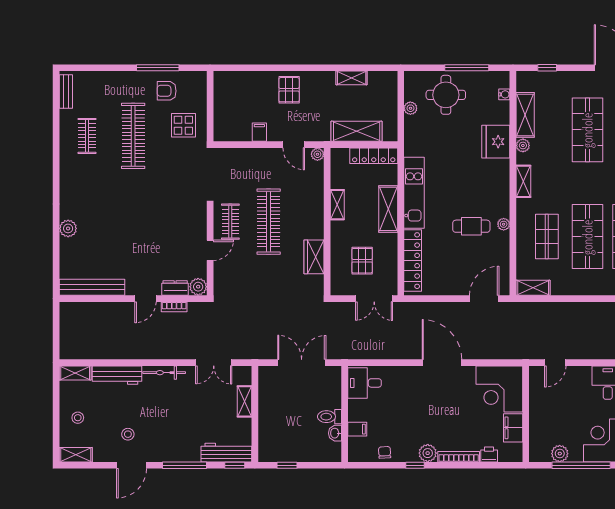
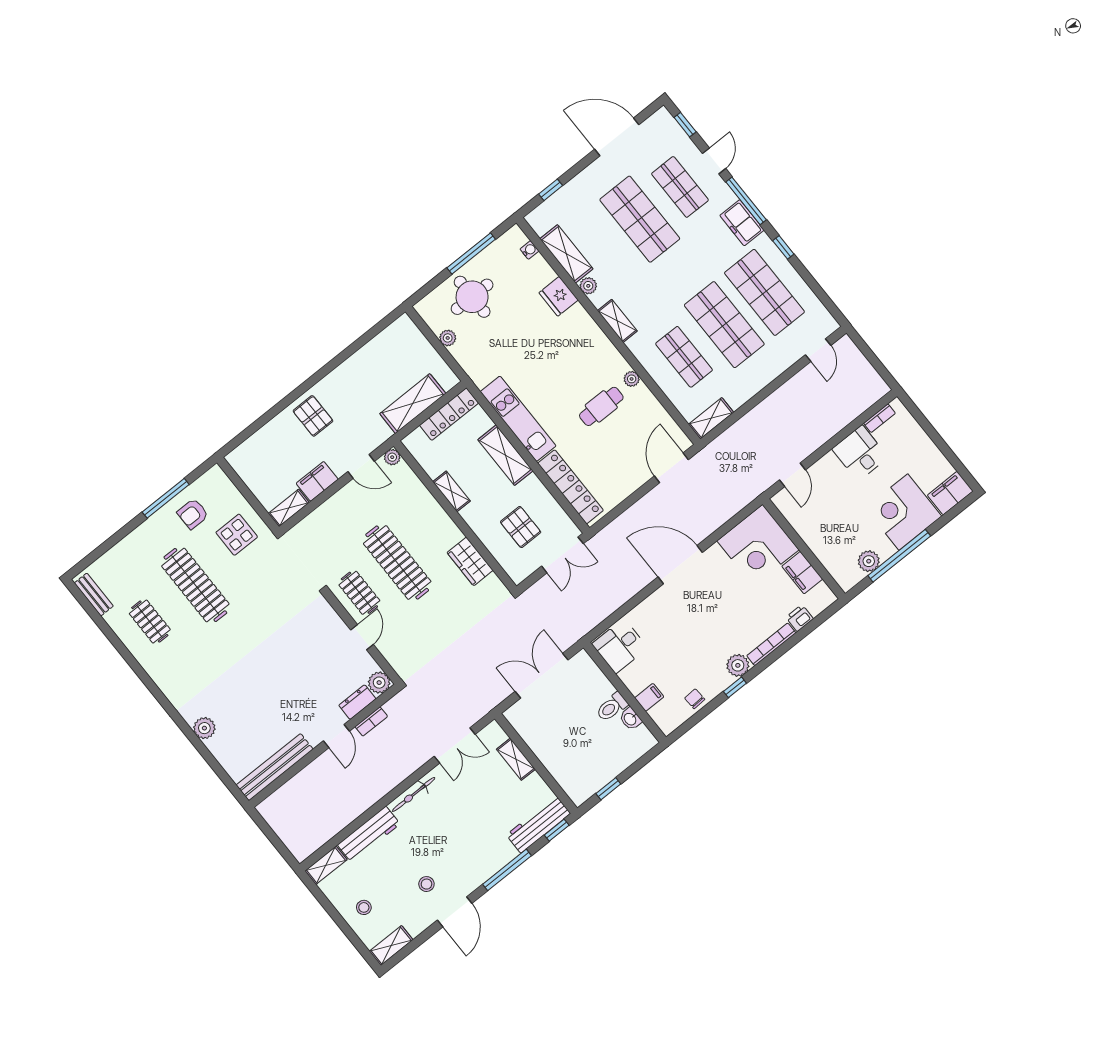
shelving: (352, 78) -> (289, 508), moved
filing cabinet: (259, 132) -> (317, 481), width x2.00
fridge: (496, 142) -> (559, 296), width x0.73, depth x0.75

